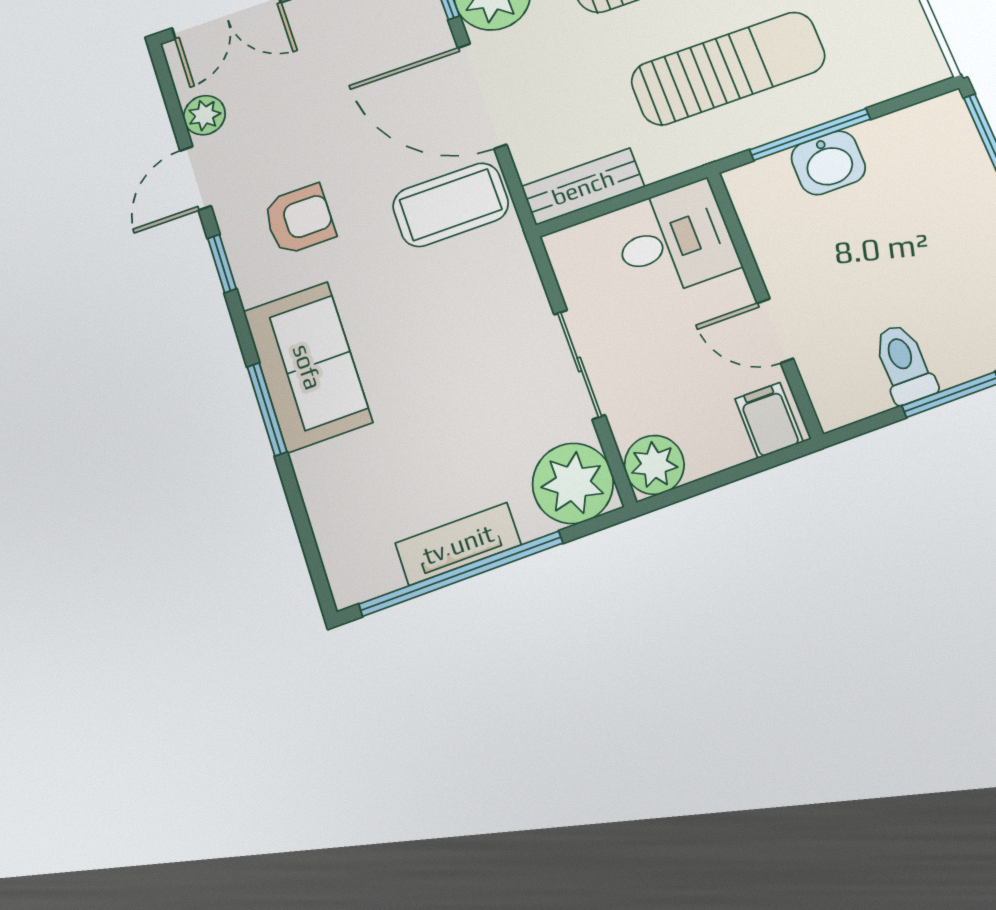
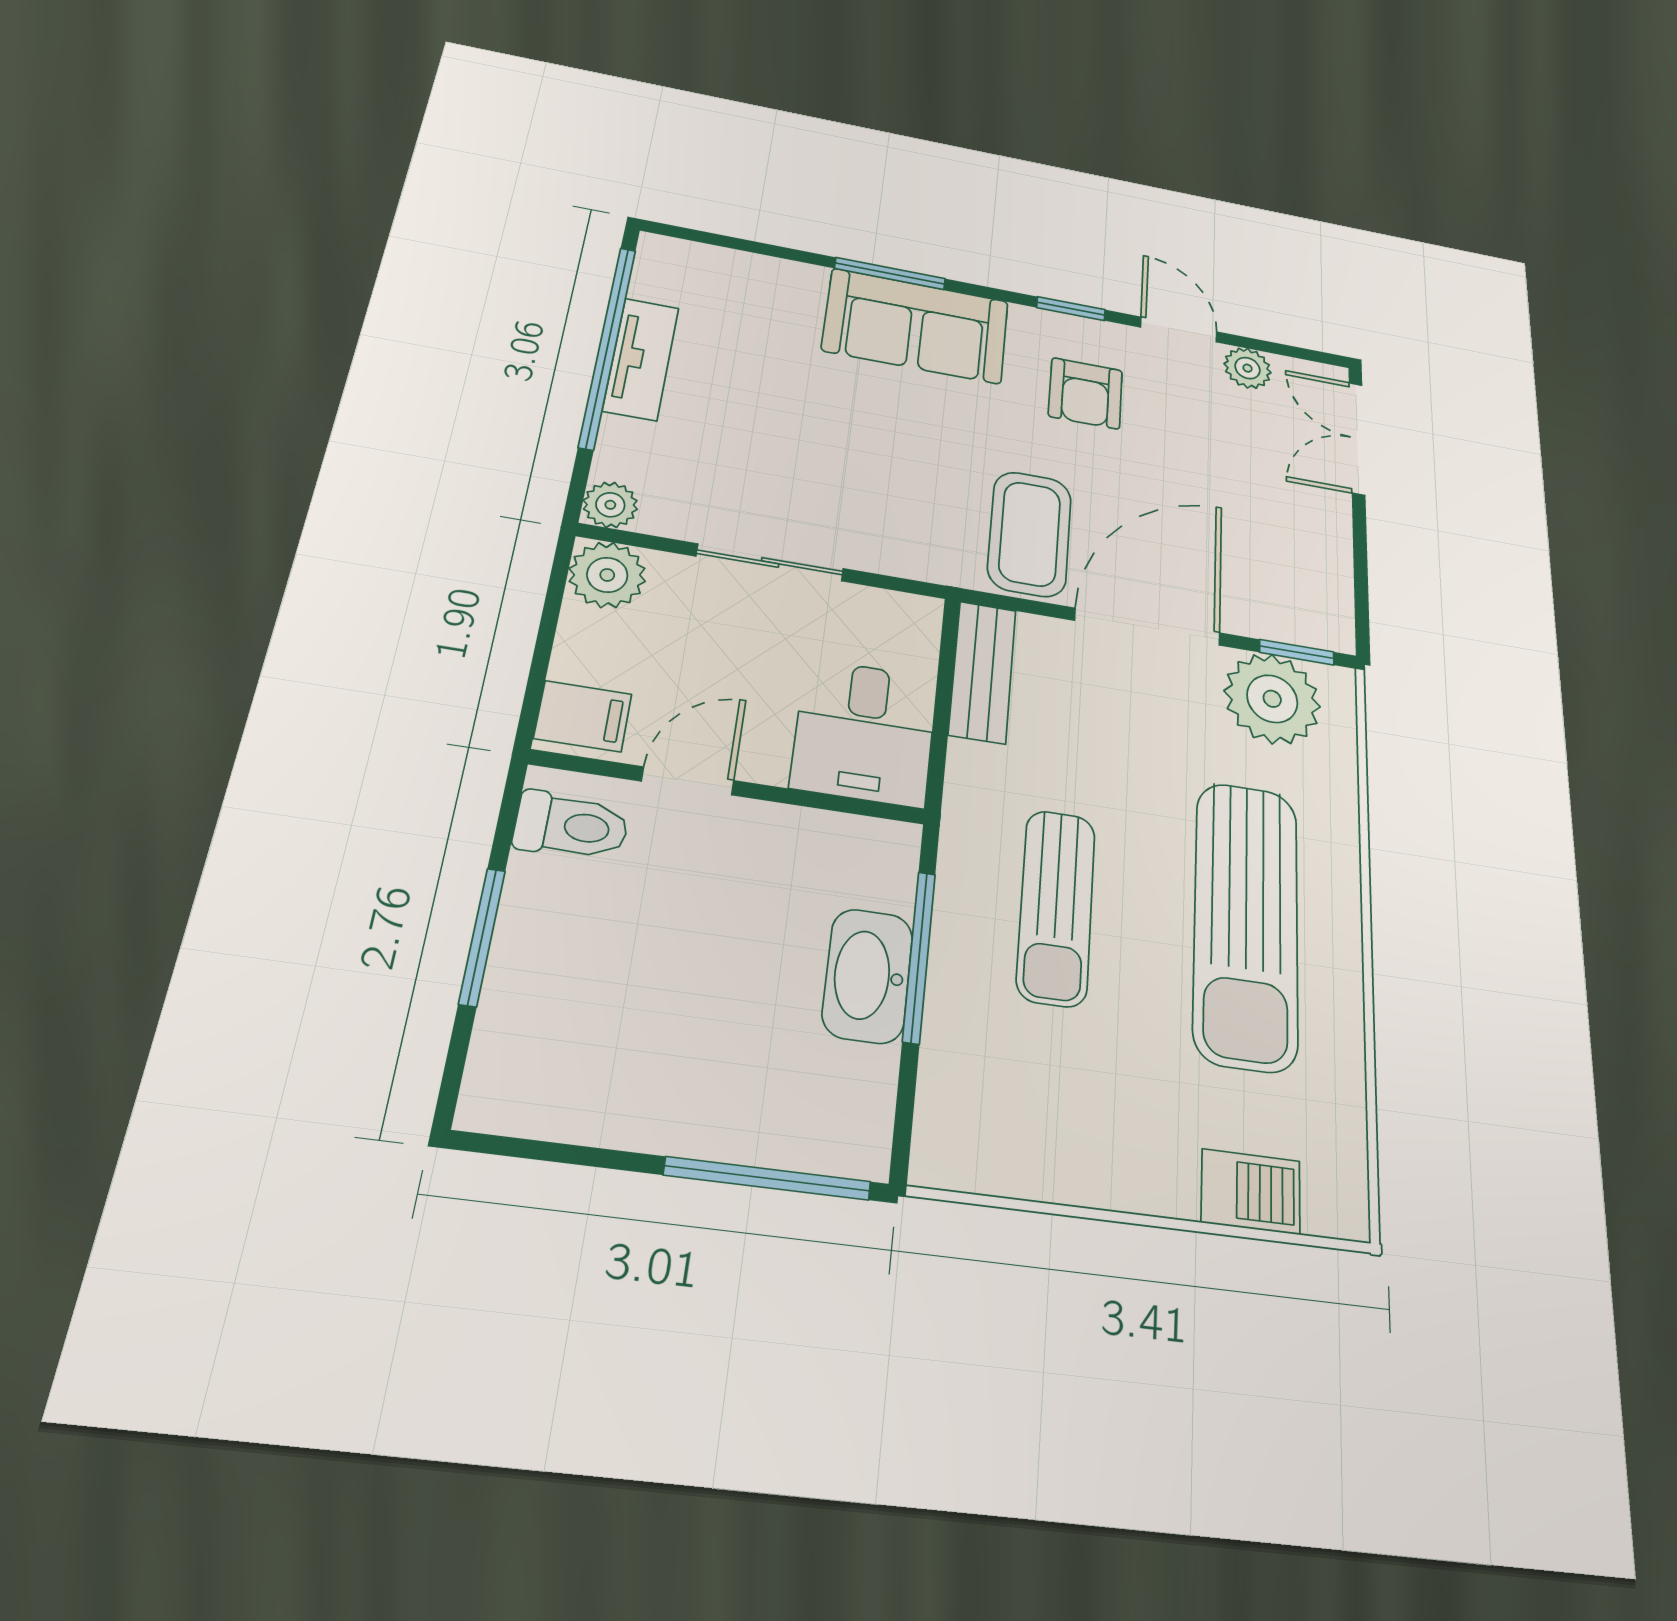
sun lounger: (728, 68) -> (1056, 907), width x0.73, depth x0.75
washbasin: (828, 163) -> (868, 976), width x1.38
toilet: (904, 364) -> (571, 826), moved
plant: (573, 483) -> (610, 505), width x0.53, depth x0.53

